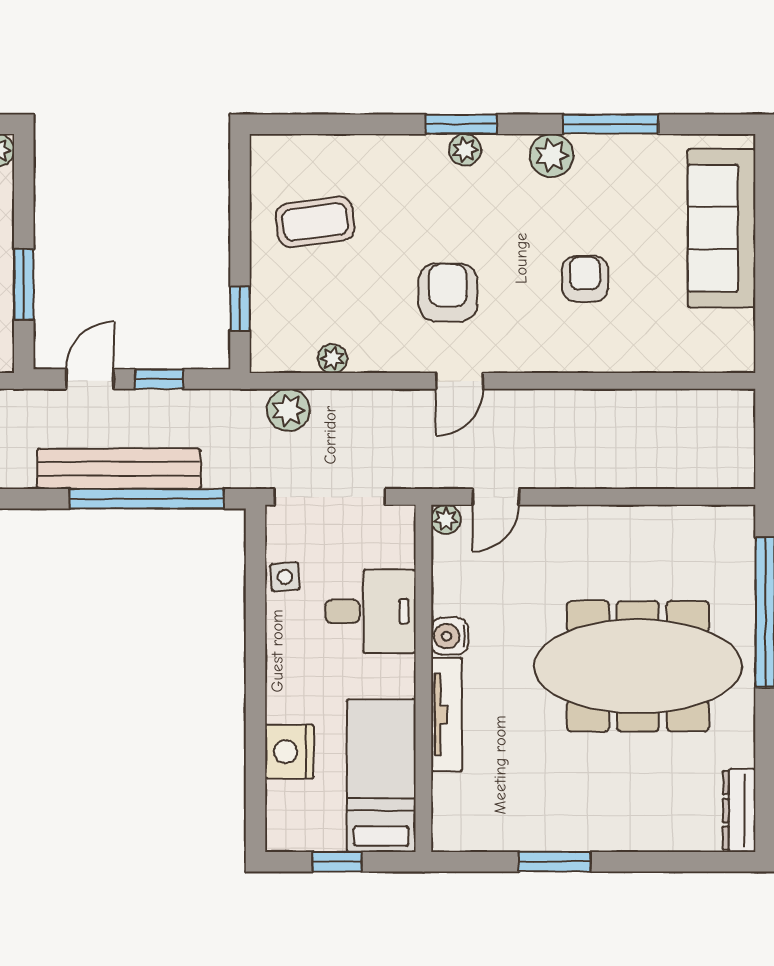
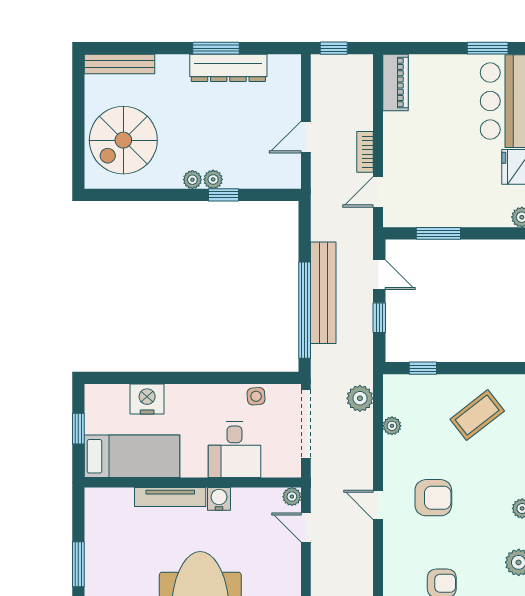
coffee table: (315, 222) -> (477, 415), turned 60

